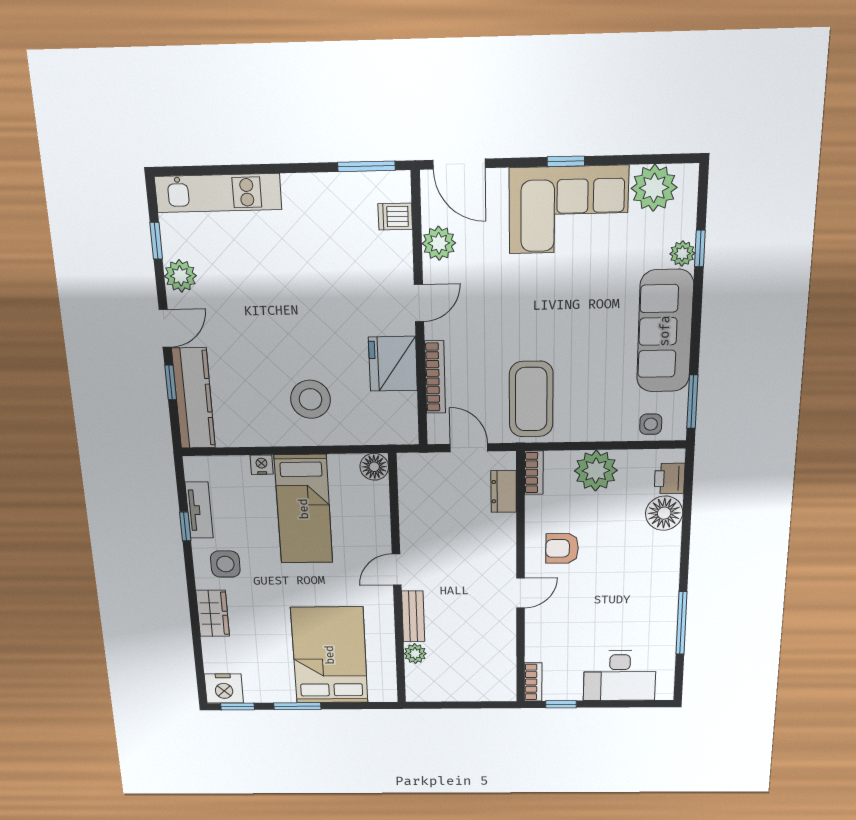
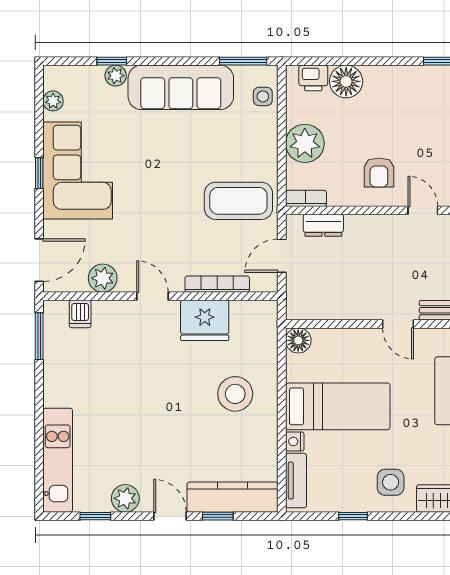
plant: (654, 188) -> (53, 101), width x0.53, depth x0.53
tv unit: (199, 510) -> (296, 481), moved, turned 90

